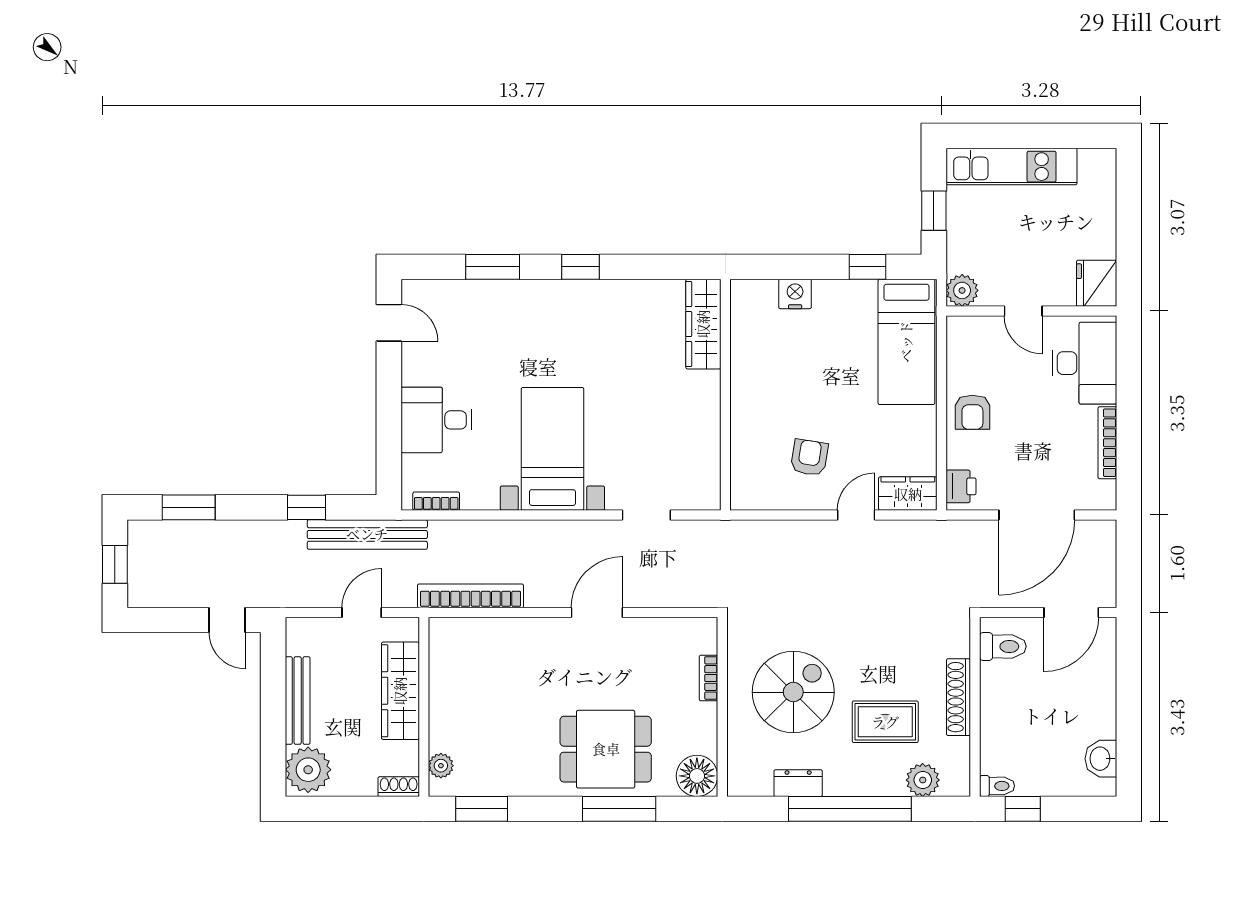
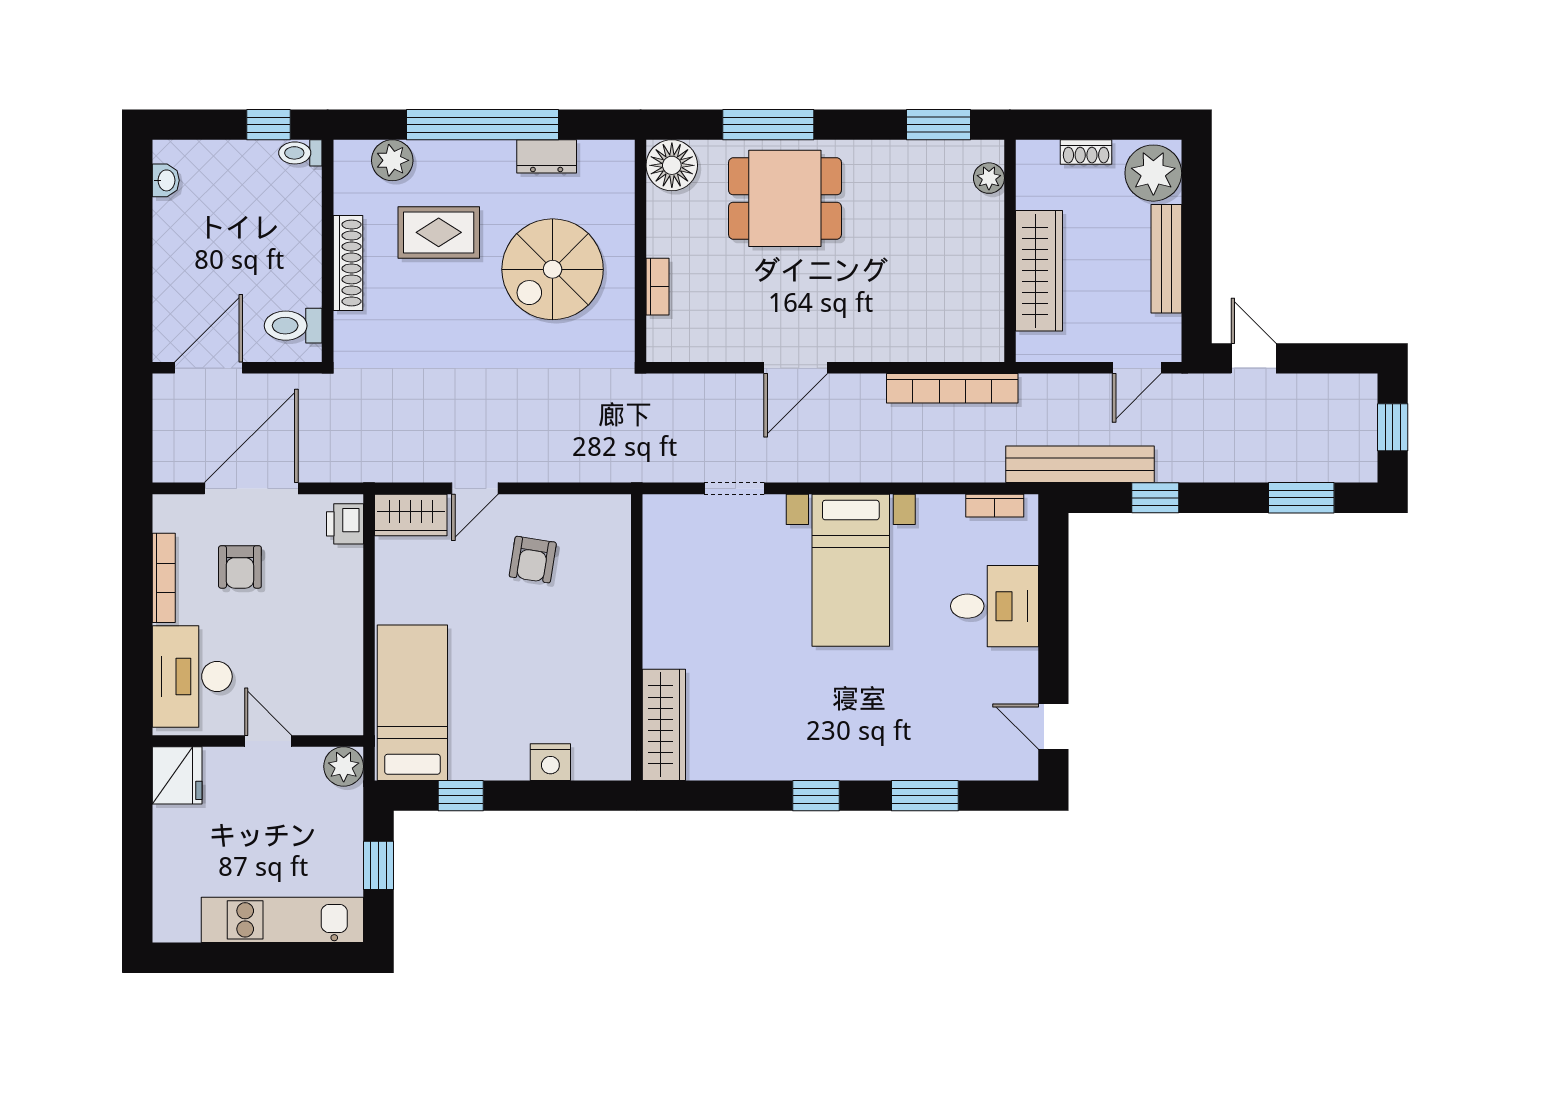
armchair: (972, 412) -> (240, 567), moved, turned 180
door: (362, 612) -> (1137, 368), moved
washbasin: (1101, 759) -> (166, 180), width x0.72, depth x0.69
shoe rack: (399, 787) -> (1086, 152), moved

